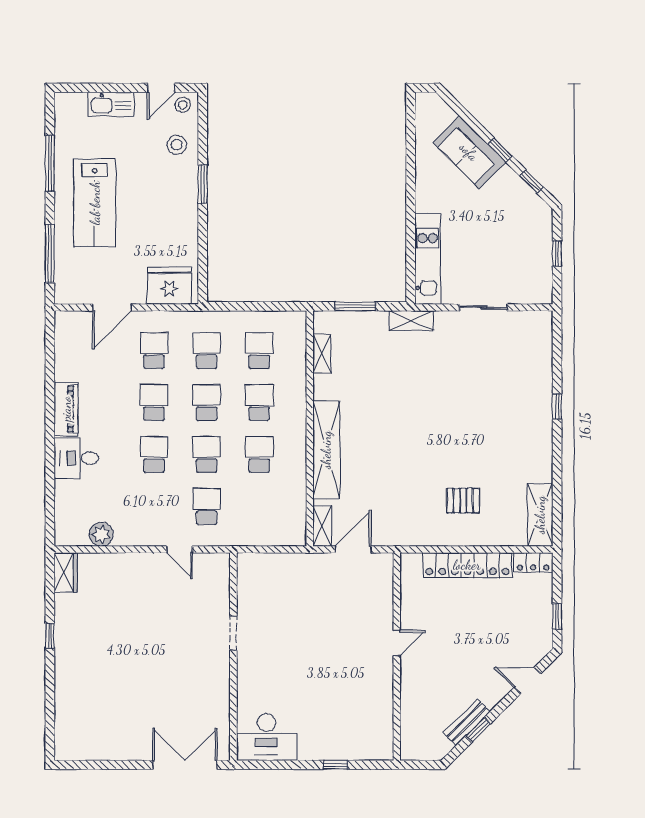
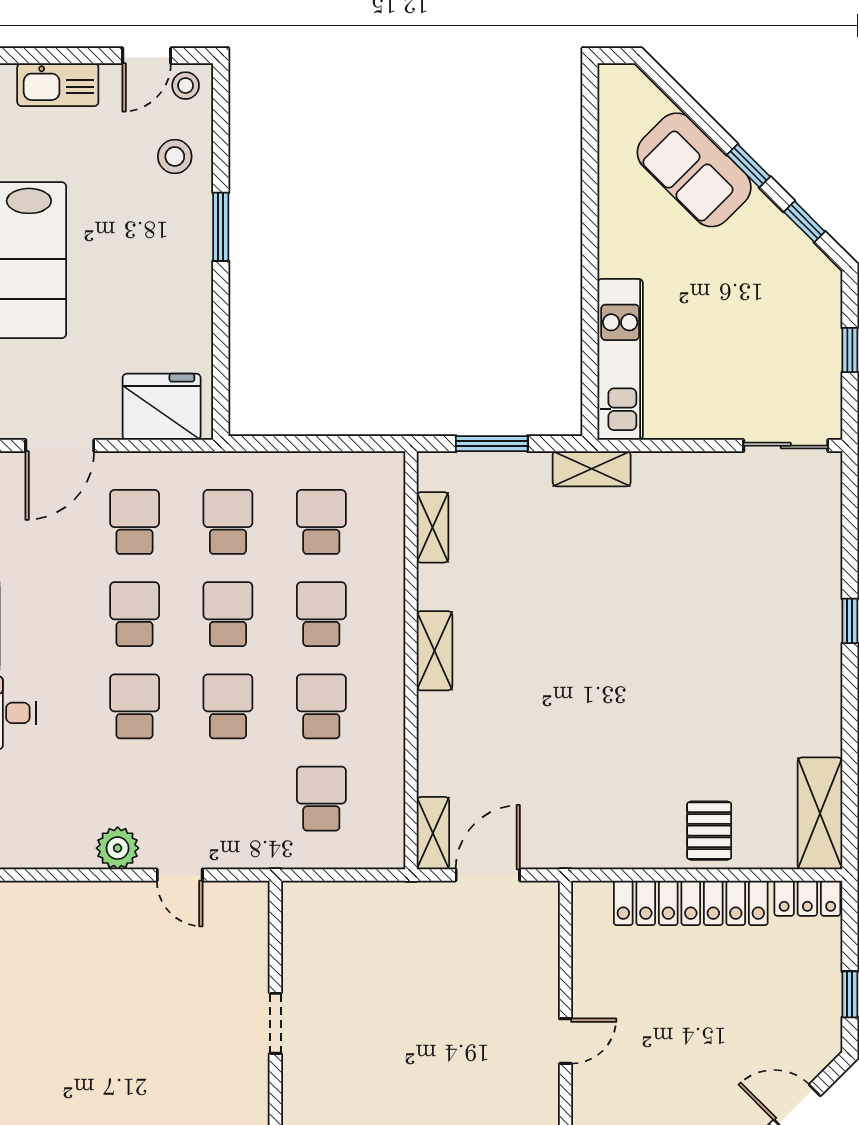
sliding door: (483, 308) -> (786, 446), moved
shelving: (326, 450) -> (434, 651), width x0.45, depth x0.75
pallet: (463, 501) -> (709, 831), moved, turned 90
school desk: (207, 506) -> (321, 799), moved
plant: (101, 534) -> (118, 848), moved

